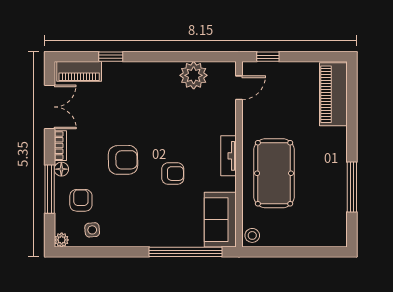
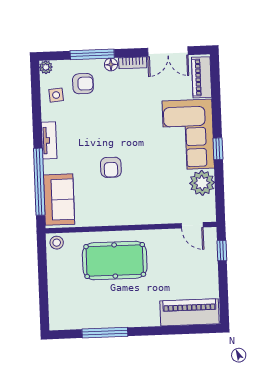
window: (111, 57) -> (218, 149), moved
corner sofa: (140, 88) -> (188, 134), added
tv unit: (229, 156) -> (49, 140), moved, turned 90
armchair: (123, 160) -> (122, 121), removed
sofa: (220, 220) -> (59, 200), moved, turned 90

